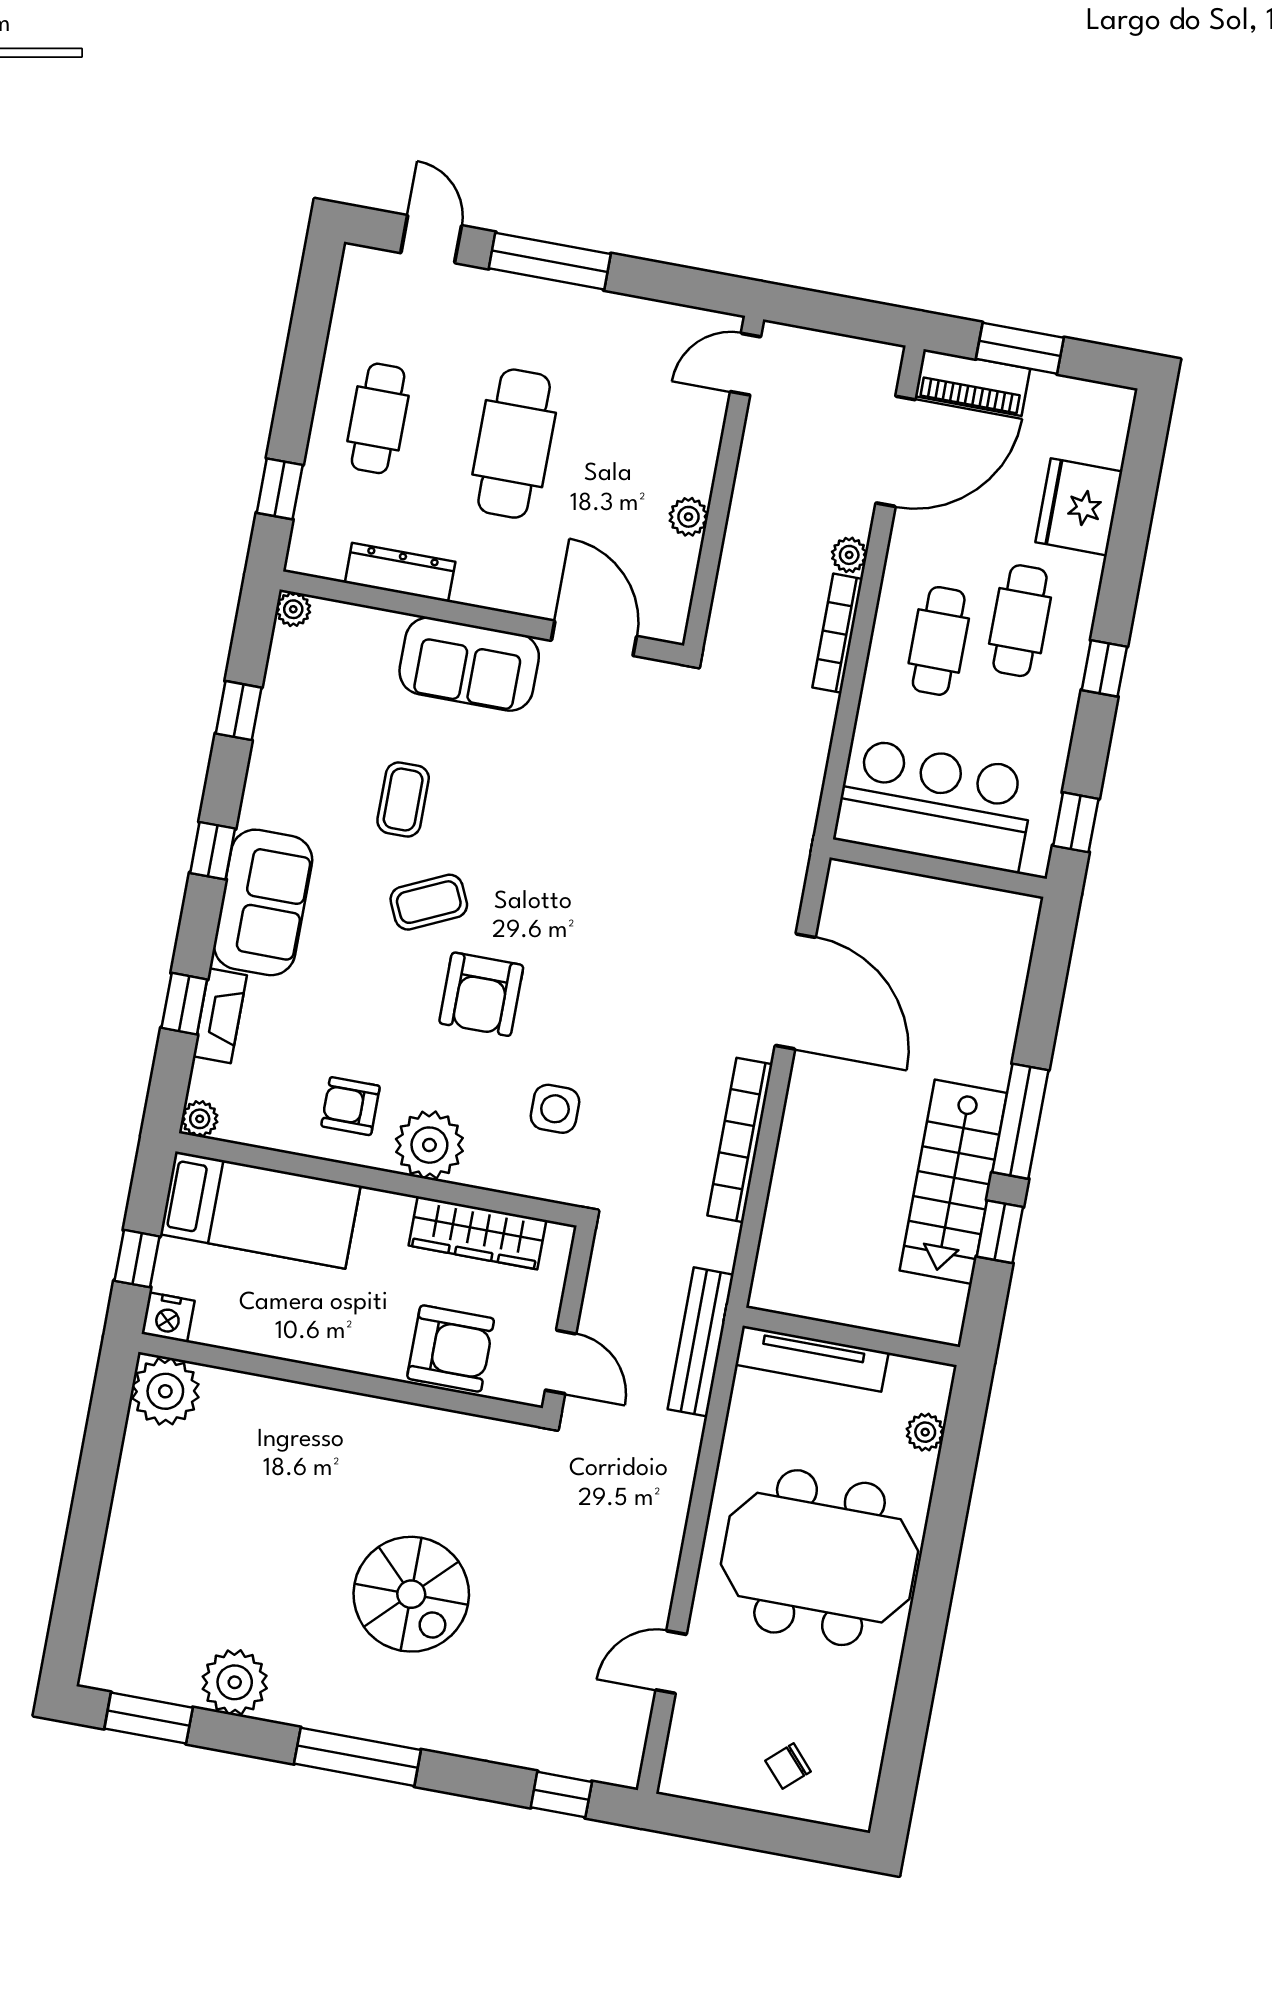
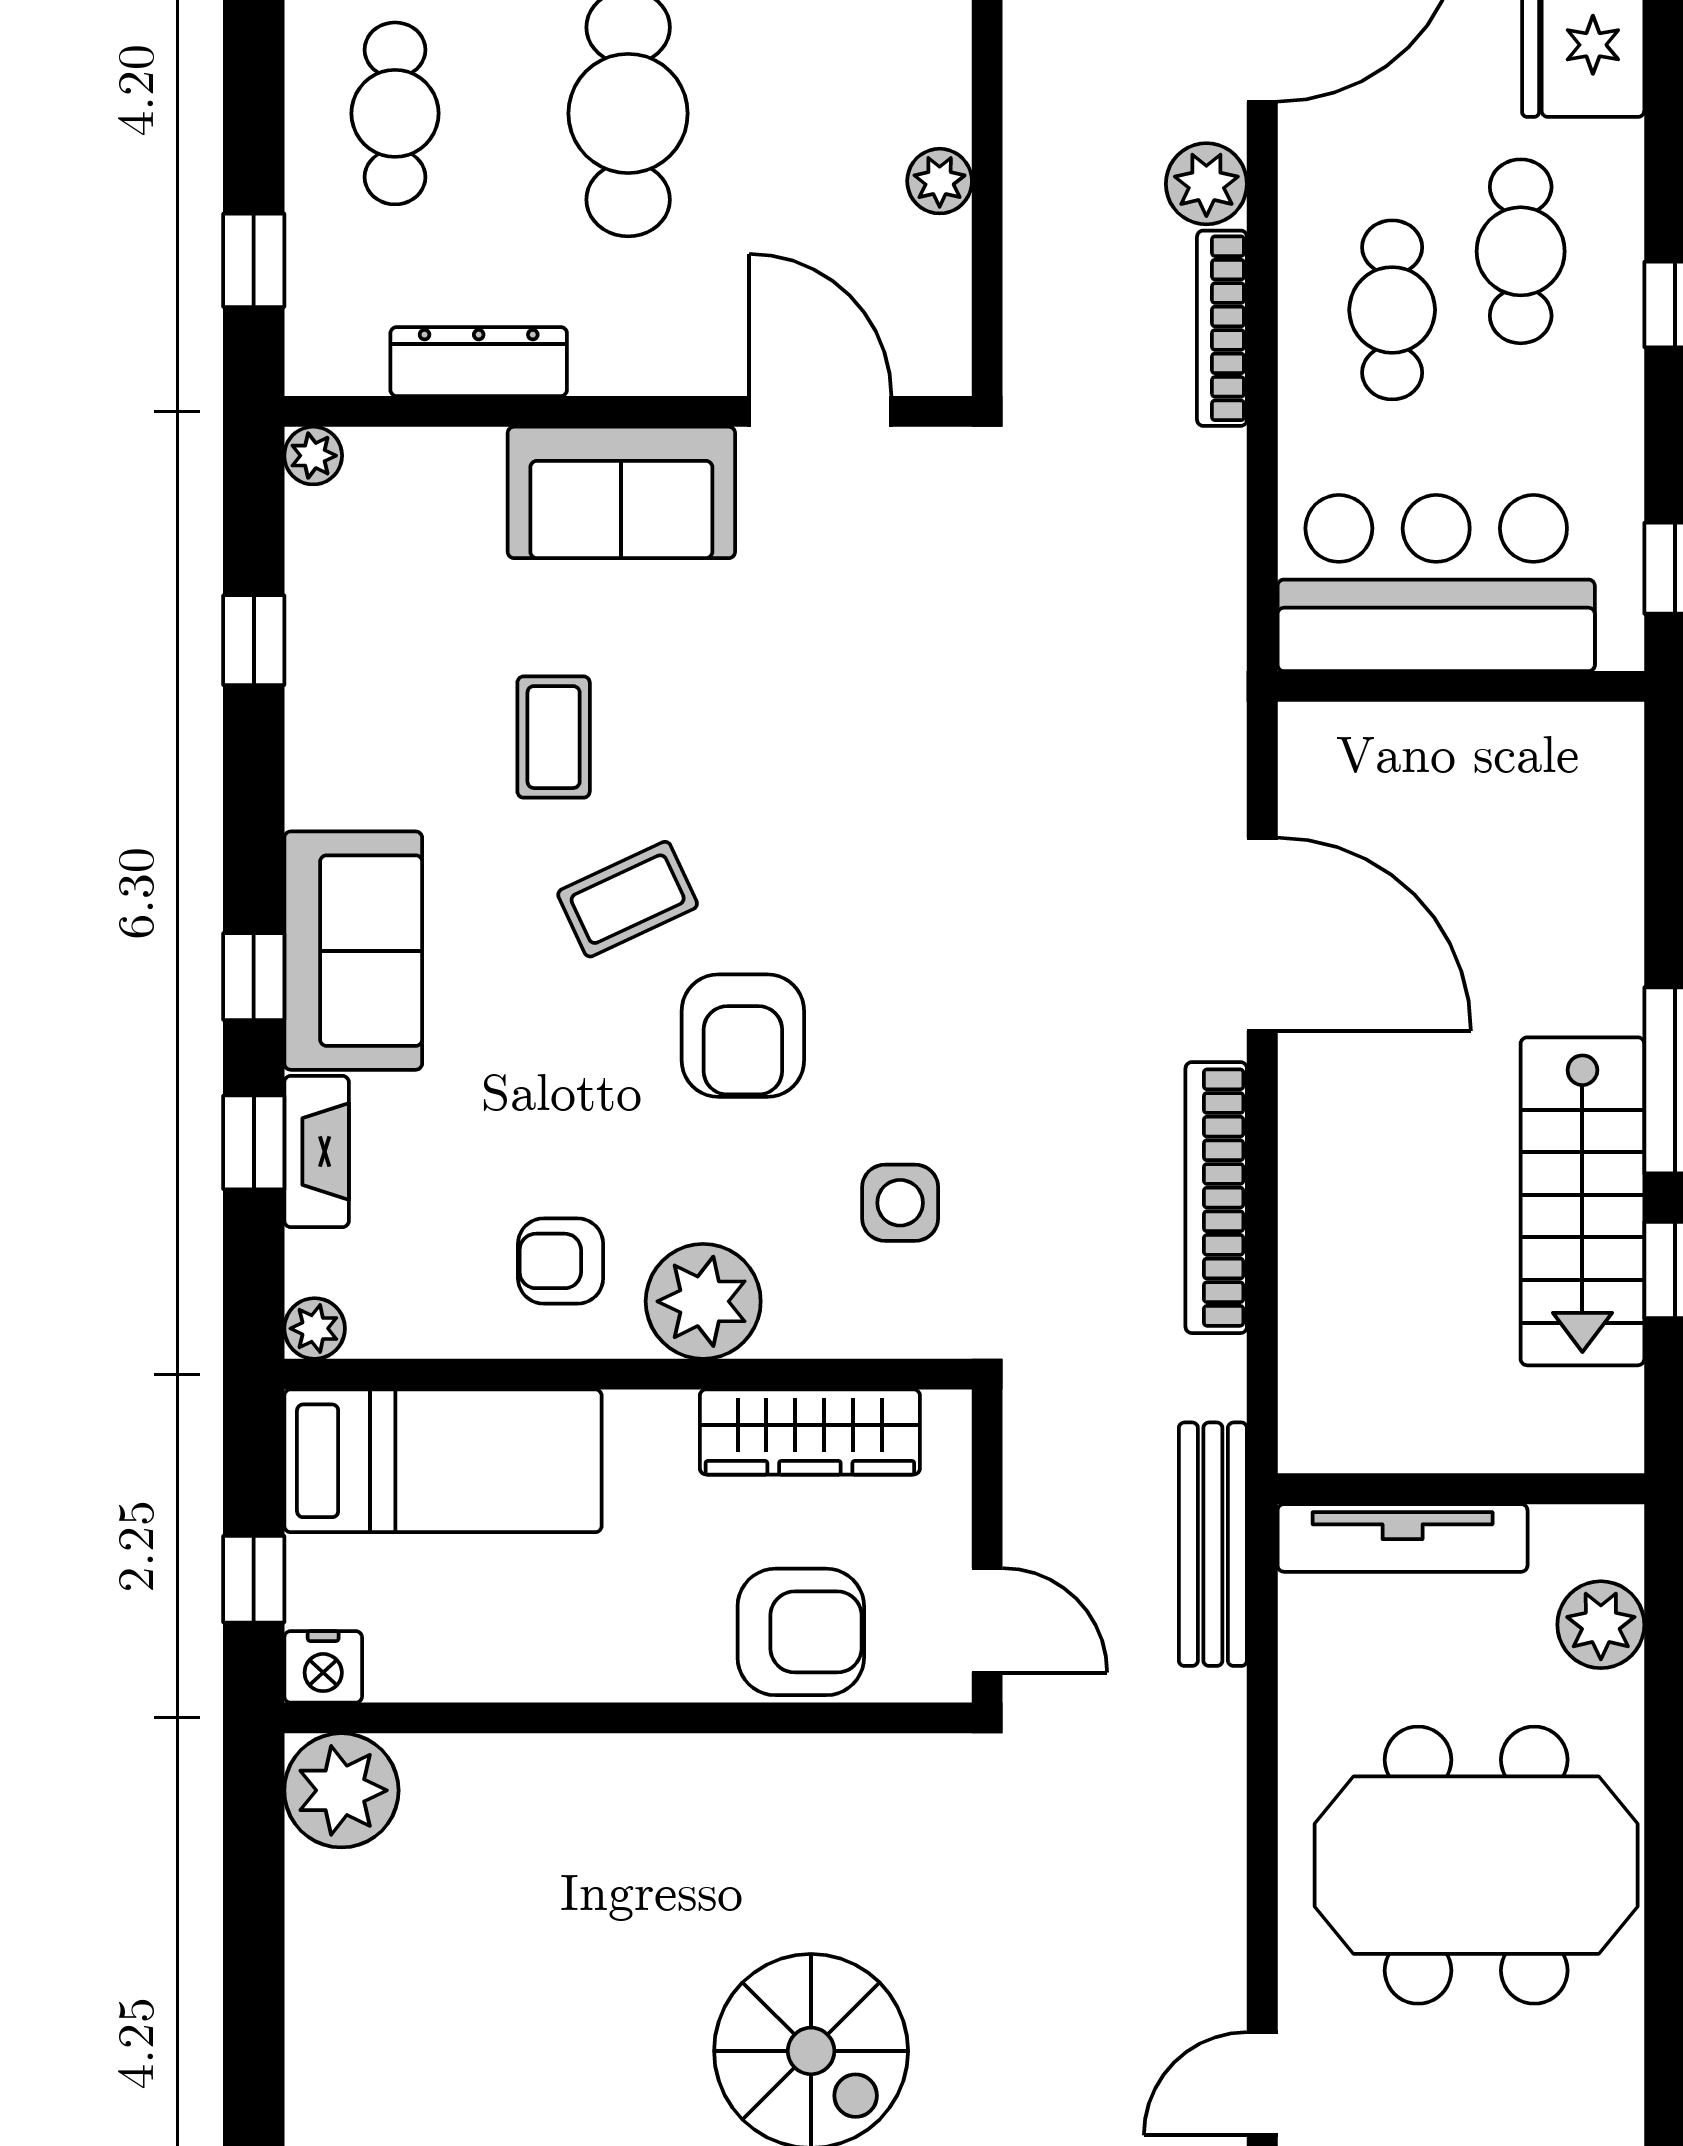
plant: (849, 555) -> (1206, 184), width x1.38, depth x1.38
window: (213, 851) -> (254, 977), moved
plant: (925, 1432) -> (1601, 1625), width x1.38, depth x1.38

